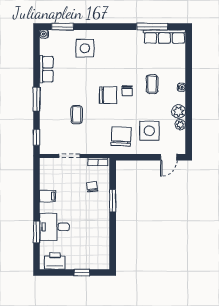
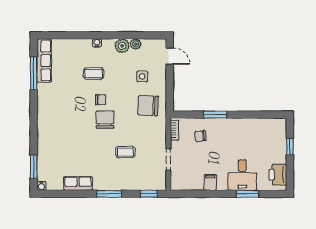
side table: (85, 48) -> (56, 143), removed
side table: (149, 131) -> (142, 76), width x0.54, depth x0.54

